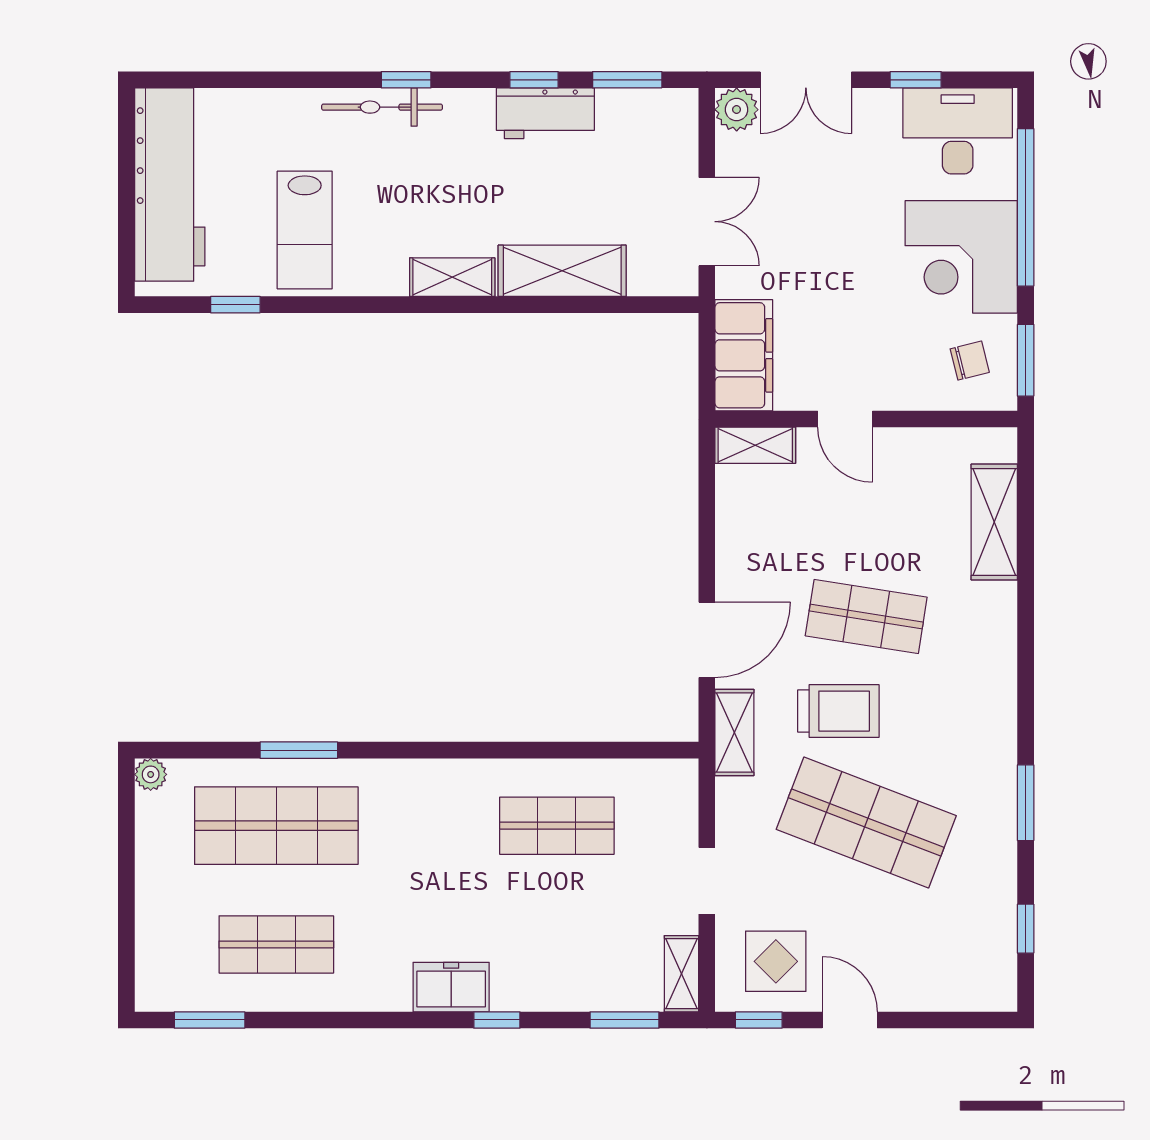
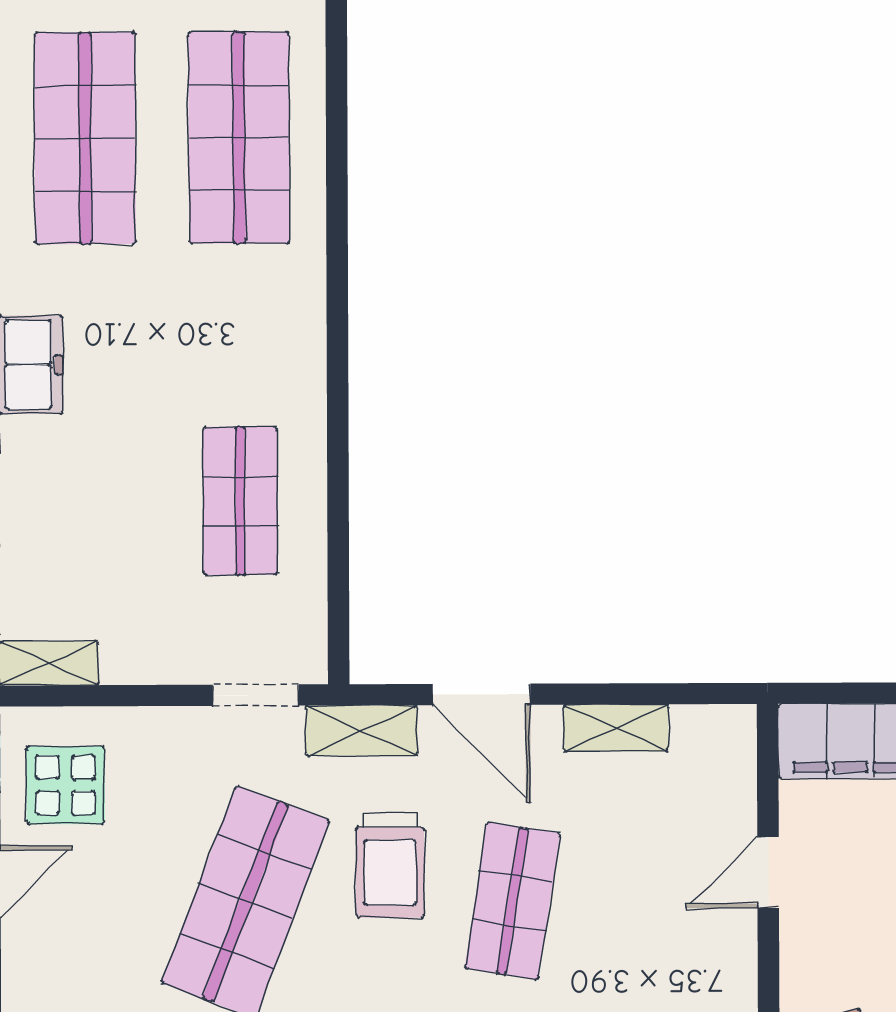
shelving: (755, 445) -> (616, 728), moved, turned 90
window: (299, 750) -> (337, 166), removed
doorway: (707, 881) -> (256, 695), moved
shop shelf: (276, 944) -> (85, 138), width x1.43, depth x1.36

